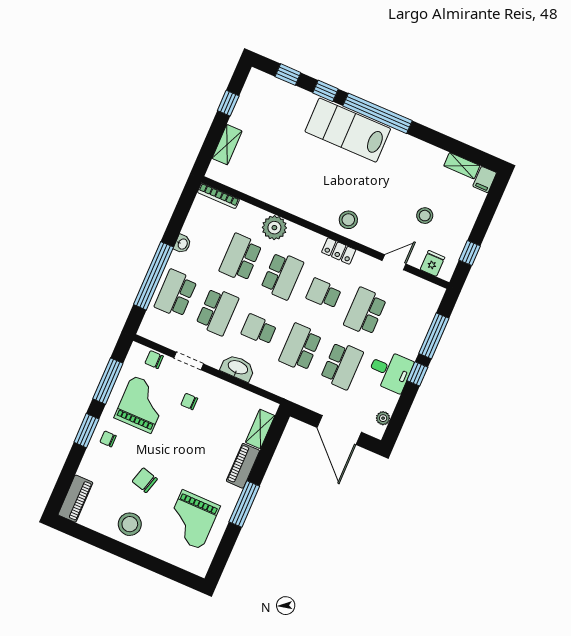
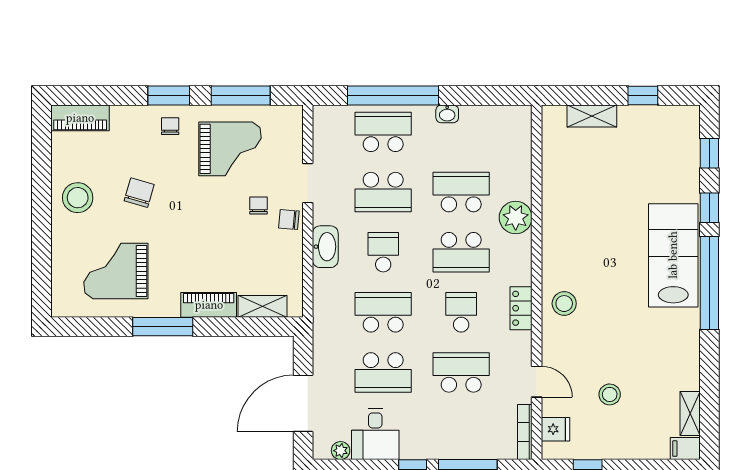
bookcase: (218, 196) -> (525, 432), moved
chair: (154, 360) -> (289, 219), moved, turned -85
desk: (390, 371) -> (375, 434), moved

